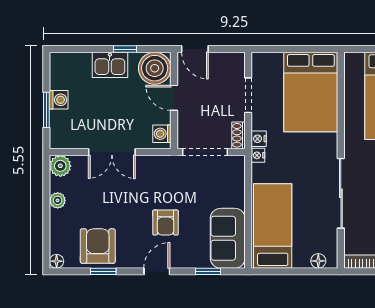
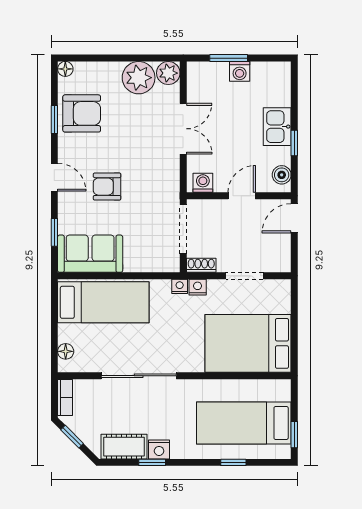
boiler: (155, 68) -> (282, 175), width x0.54, depth x0.54
double door: (112, 152) -> (183, 129), swing flipped
plant: (58, 200) -> (139, 78), width x1.87, depth x1.87

